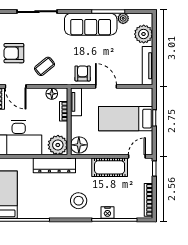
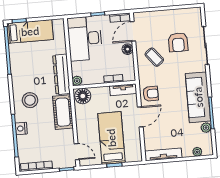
plant: (144, 34) -> (197, 152), width x0.53, depth x0.53
armchair: (14, 53) -> (178, 42), moved, turned 180
floor lamp: (52, 94) -> (128, 49), moved
plant: (58, 145) -> (77, 81), width x0.53, depth x0.53
cot: (110, 167) -> (63, 112), moved

